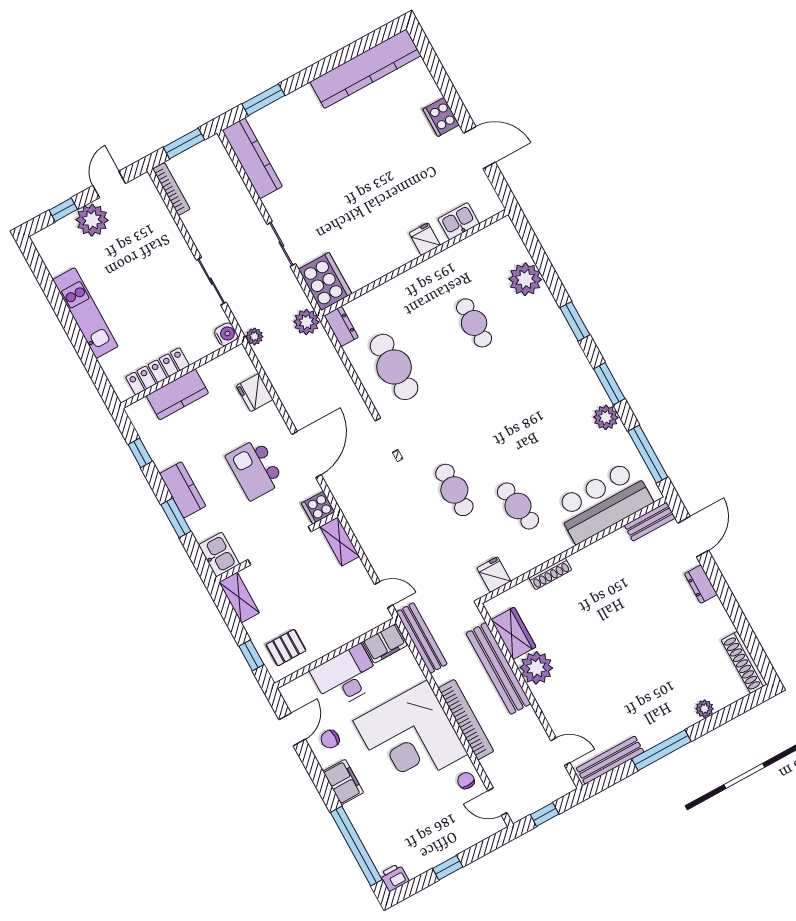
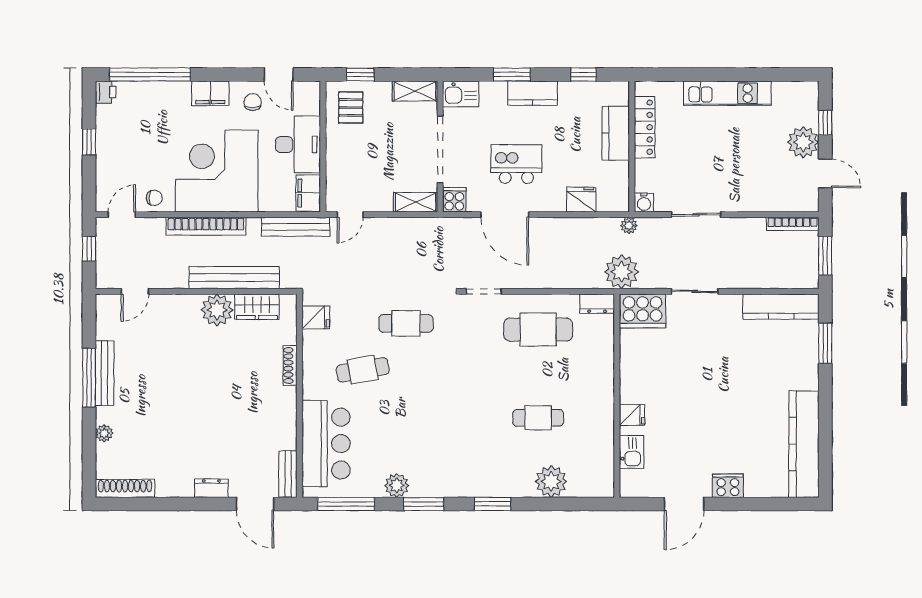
plant: (306, 322) -> (622, 272), width x1.36, depth x1.36
bench: (610, 760) -> (105, 373), moved

